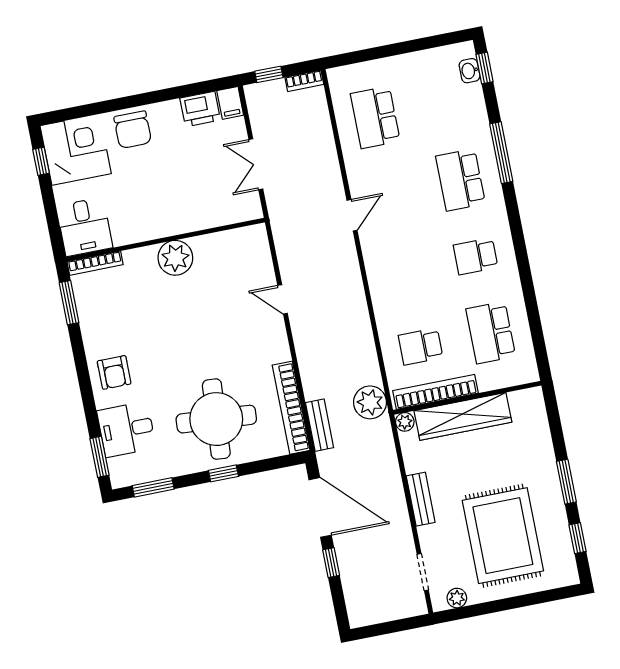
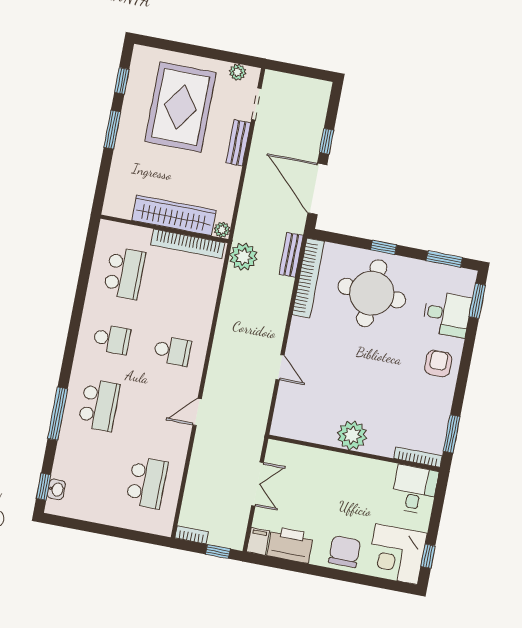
printer: (200, 109) -> (290, 545), width x1.37, depth x1.19
school desk: (421, 346) -> (172, 351), moved
bench: (421, 499) -> (238, 143), moved

